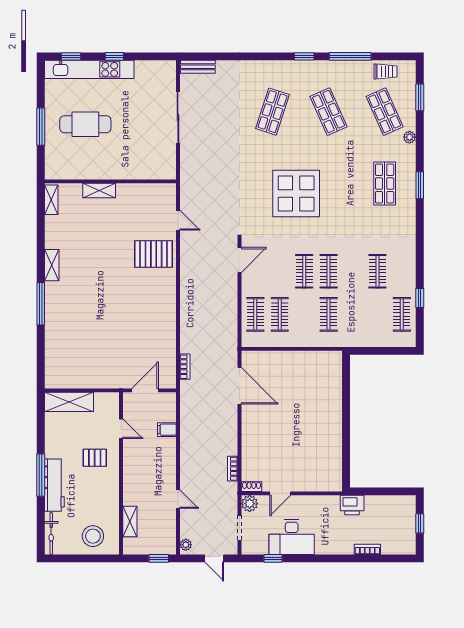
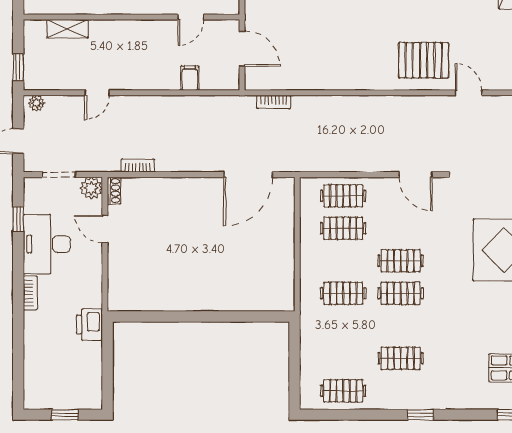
door: (178, 220) -> (469, 93), swing flipped
pallet: (154, 254) -> (424, 60), turned 90
window: (420, 298) -> (420, 415), moved
bookcase: (367, 549) -> (30, 293), moved

